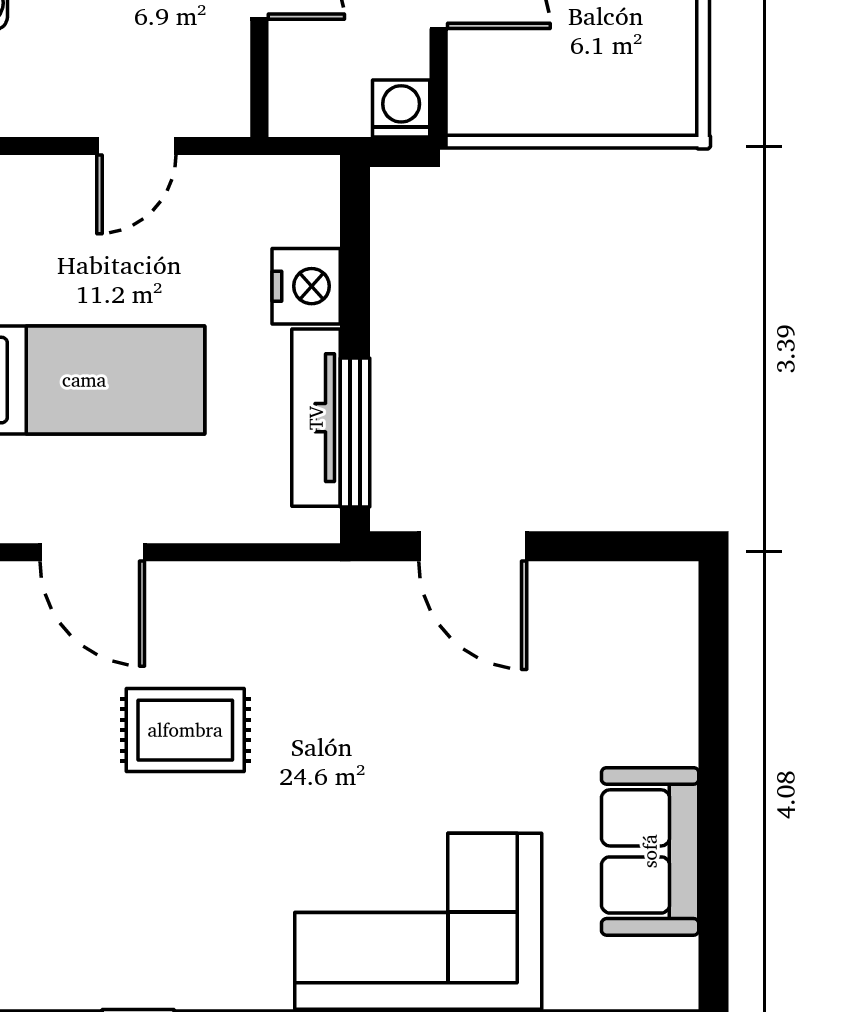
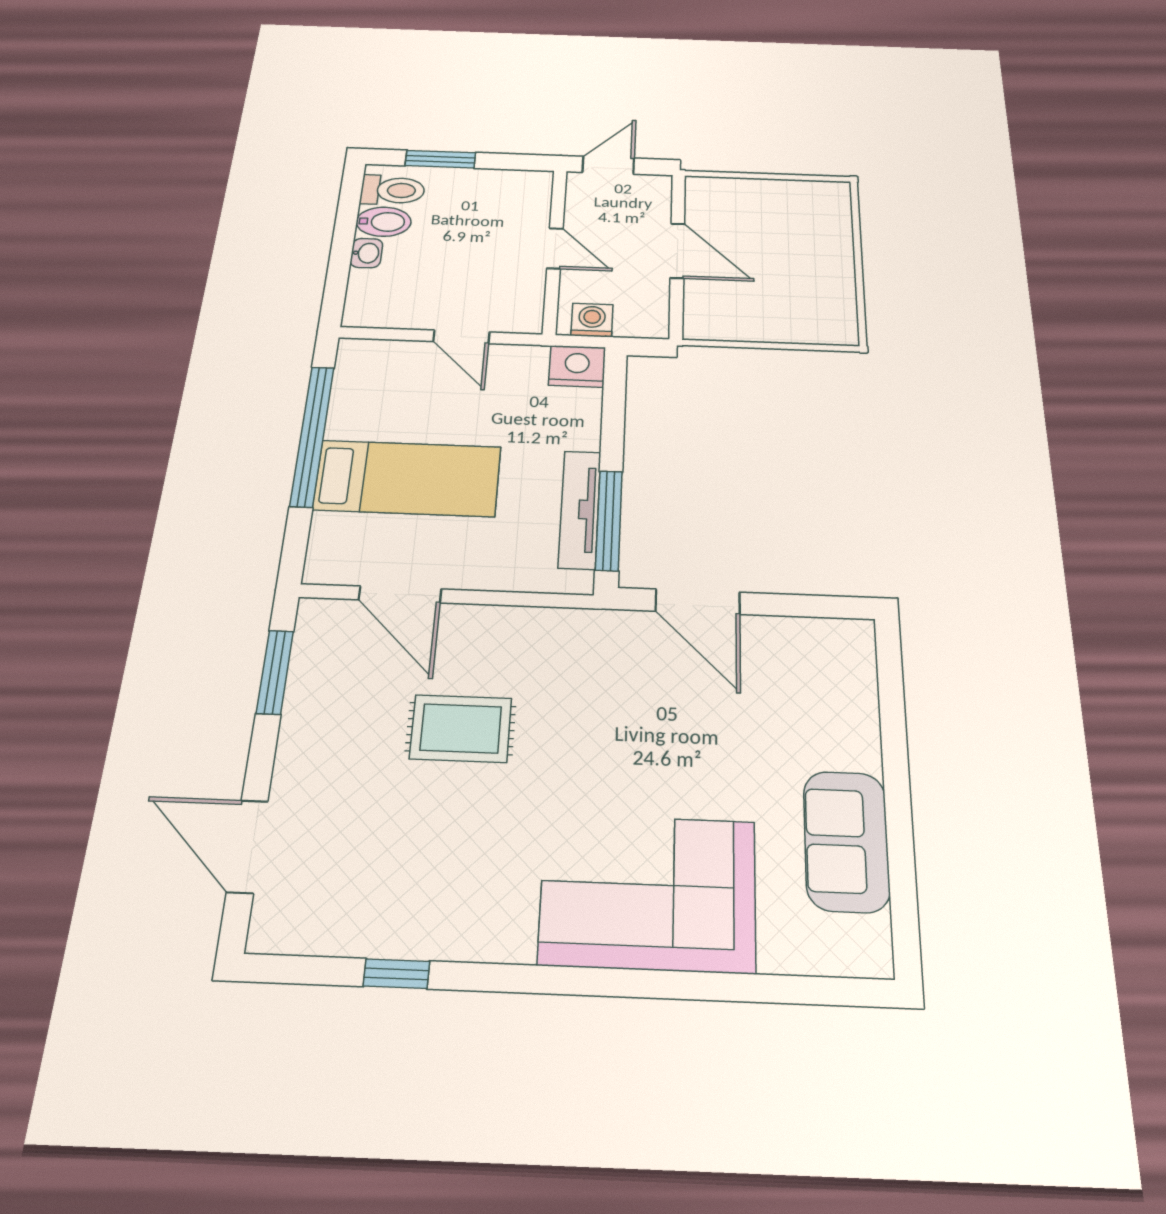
washing machine: (401, 108) -> (592, 320), moved
door: (136, 146) -> (461, 337), hinge flipped
nightstand: (306, 286) -> (577, 366), moved, turned -90

